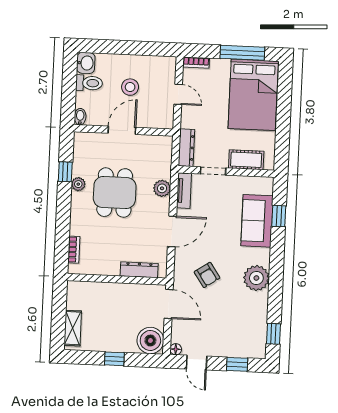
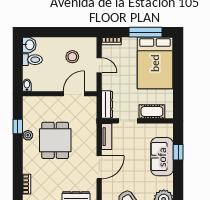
stool: (130, 87) -> (72, 57), moved
door: (122, 130) -> (74, 94), moved
plant: (162, 188) -> (90, 136), removed

